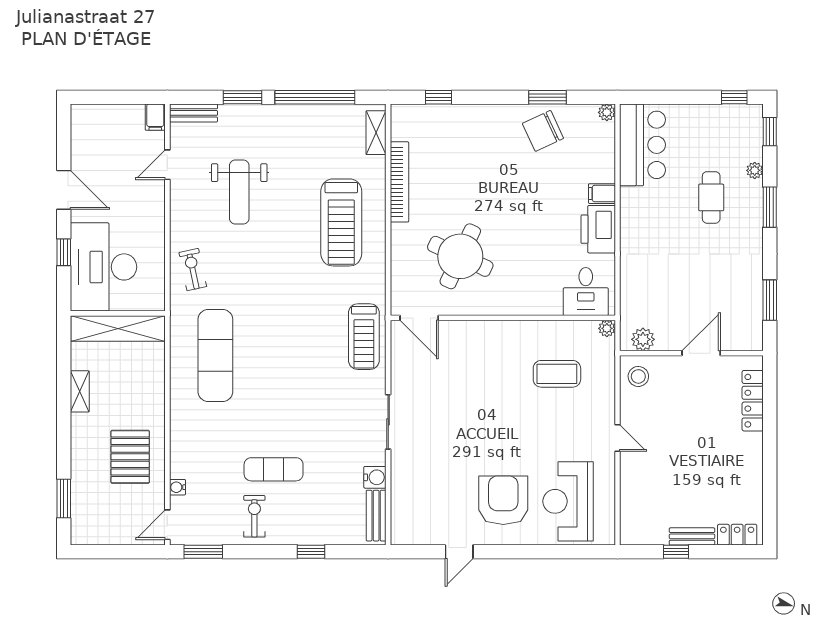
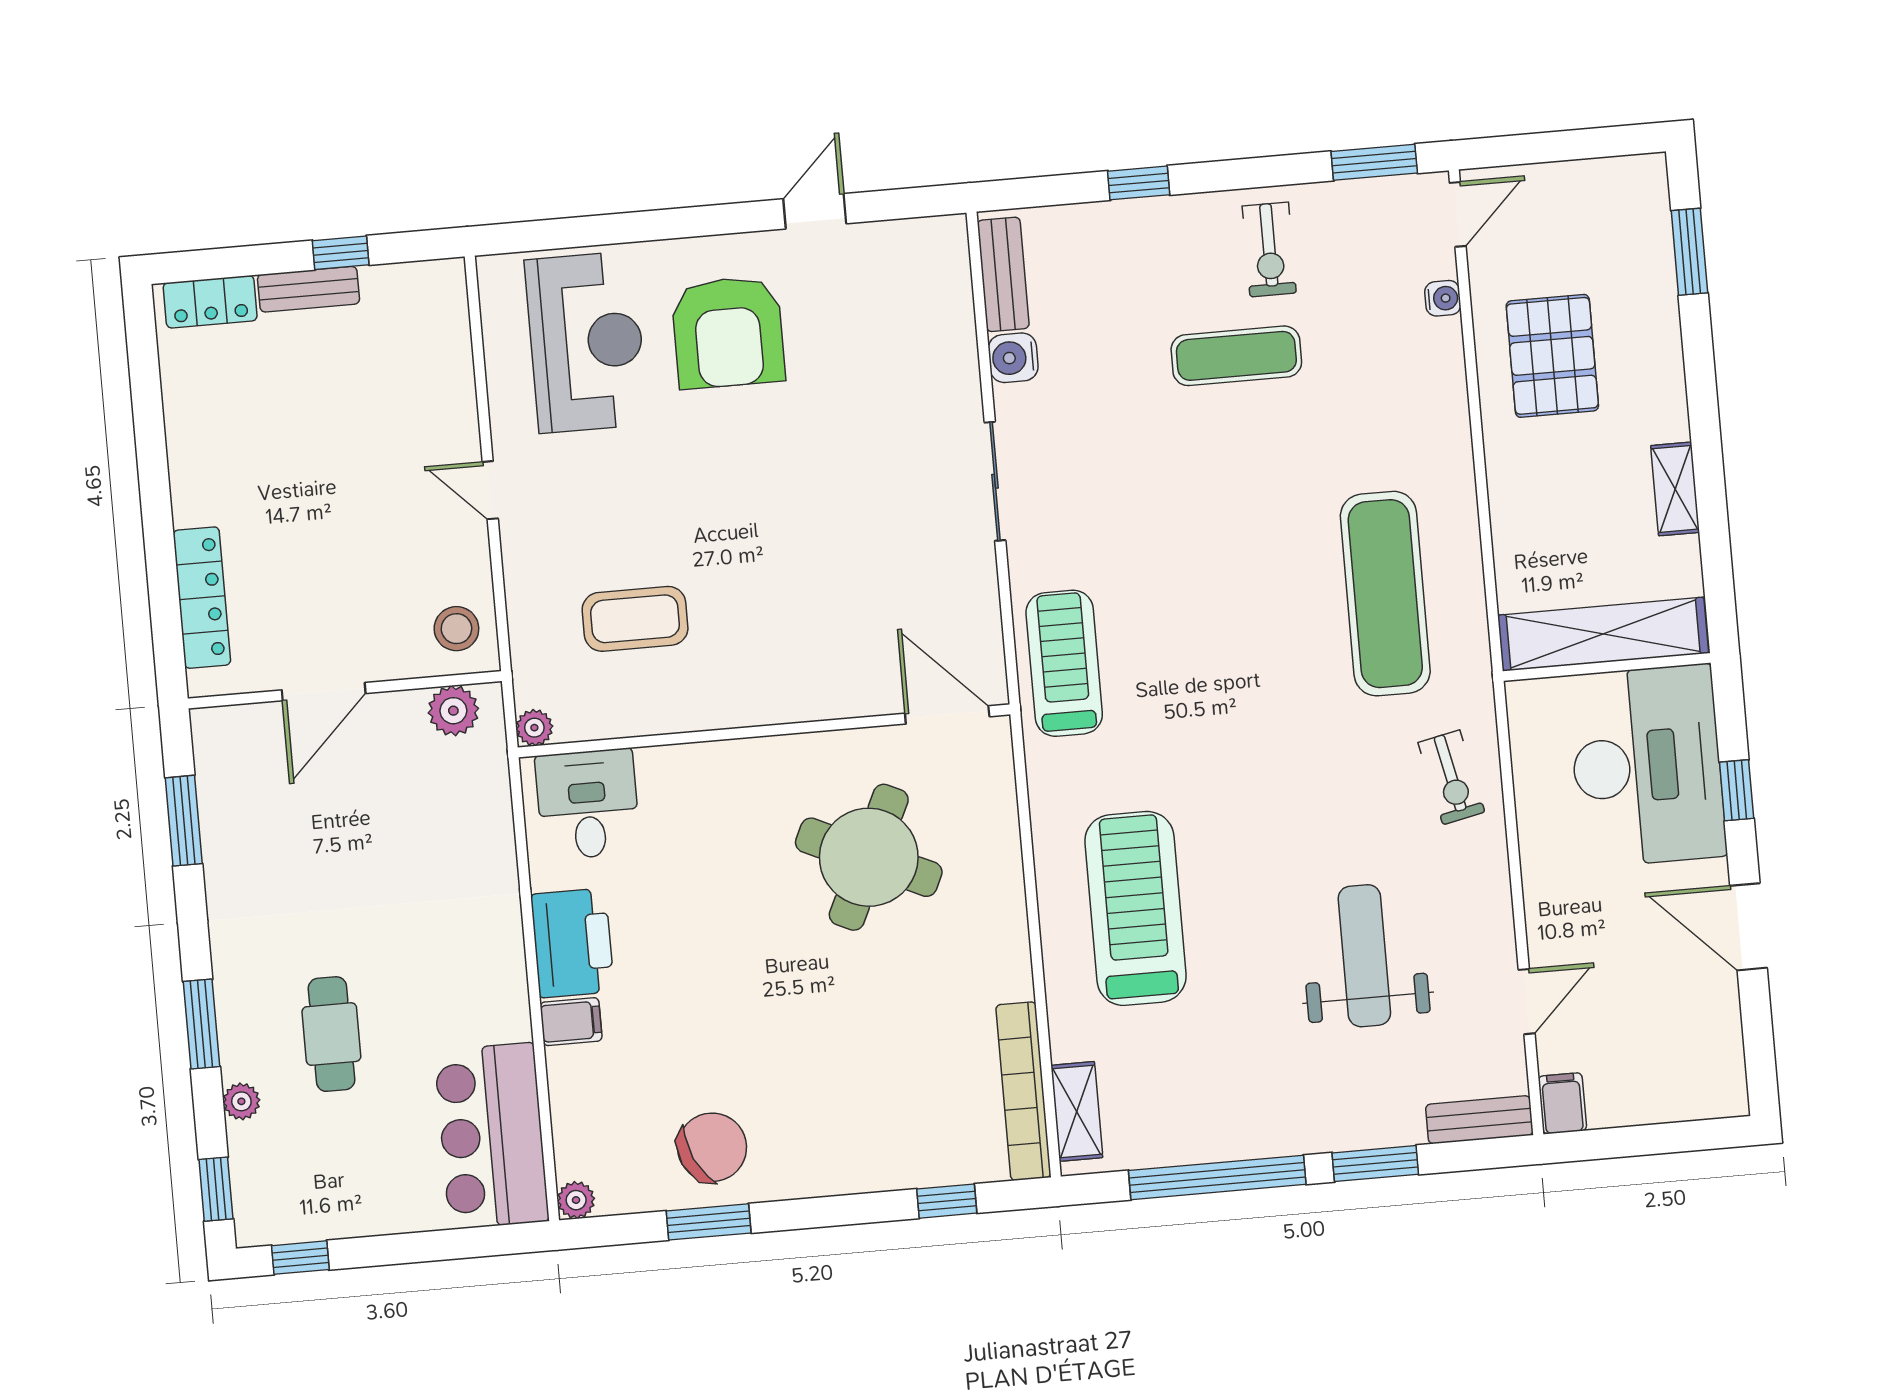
bookcase: (399, 182) -> (1023, 1091), moved

